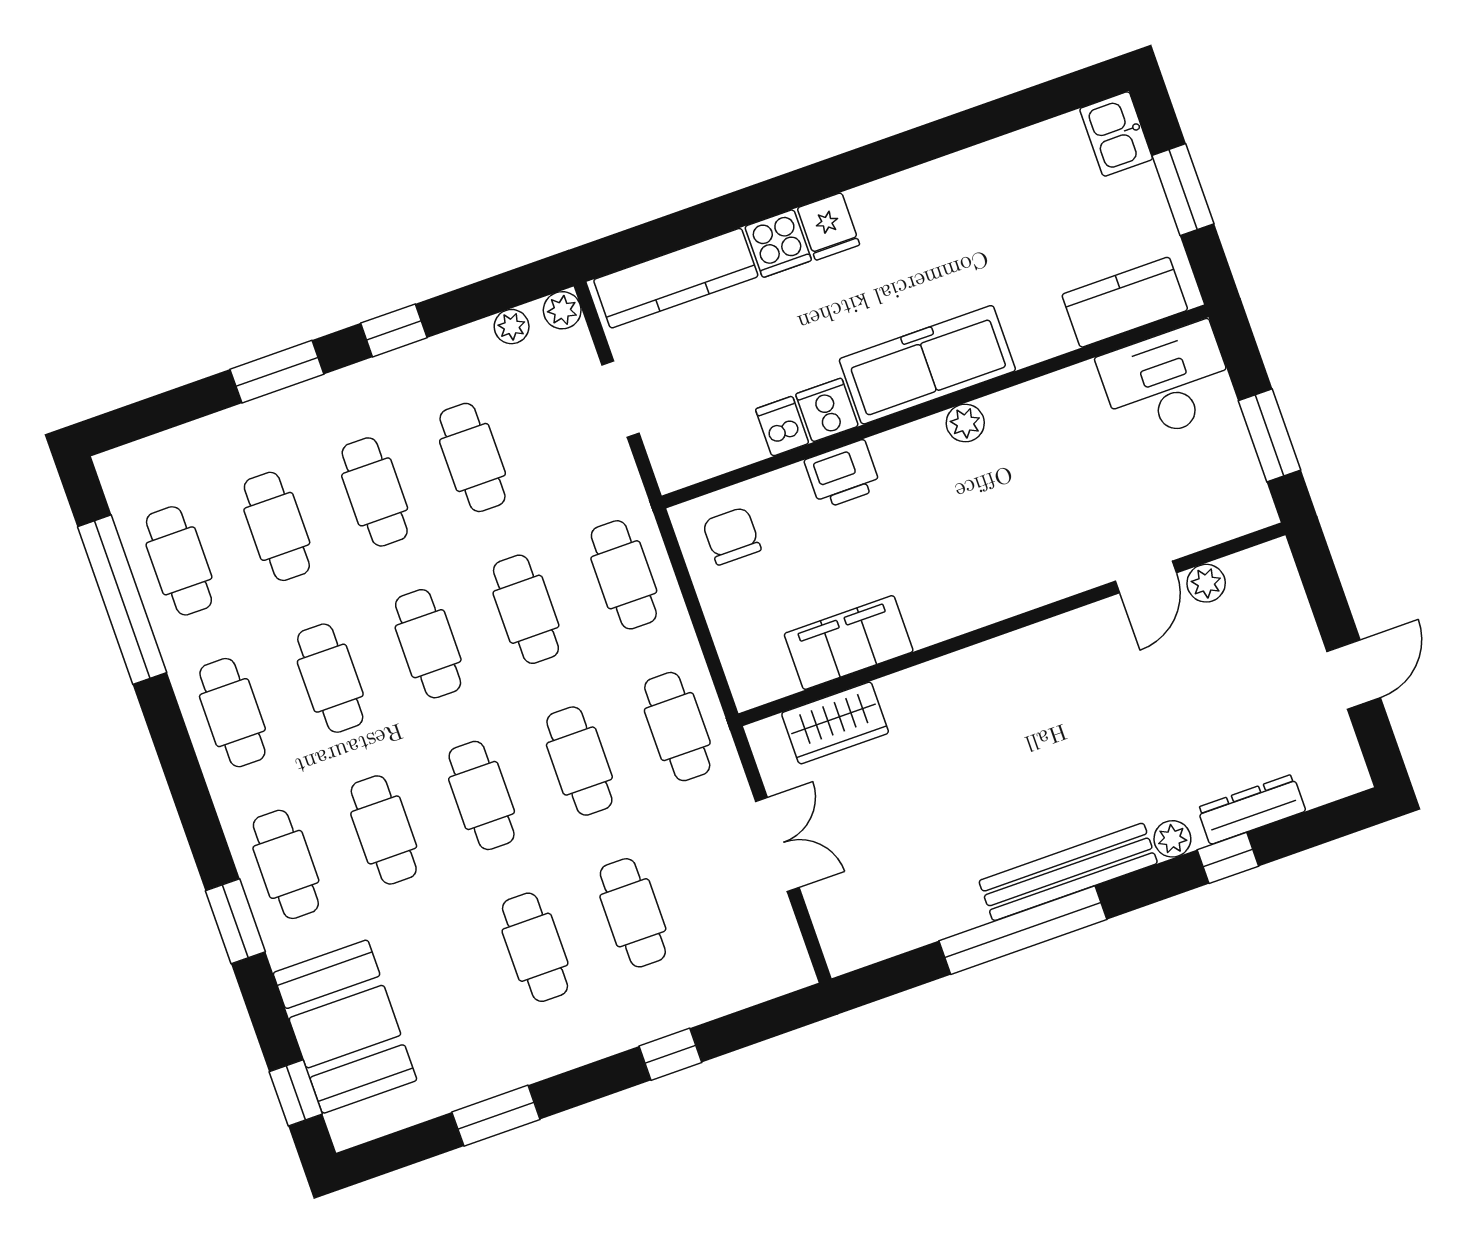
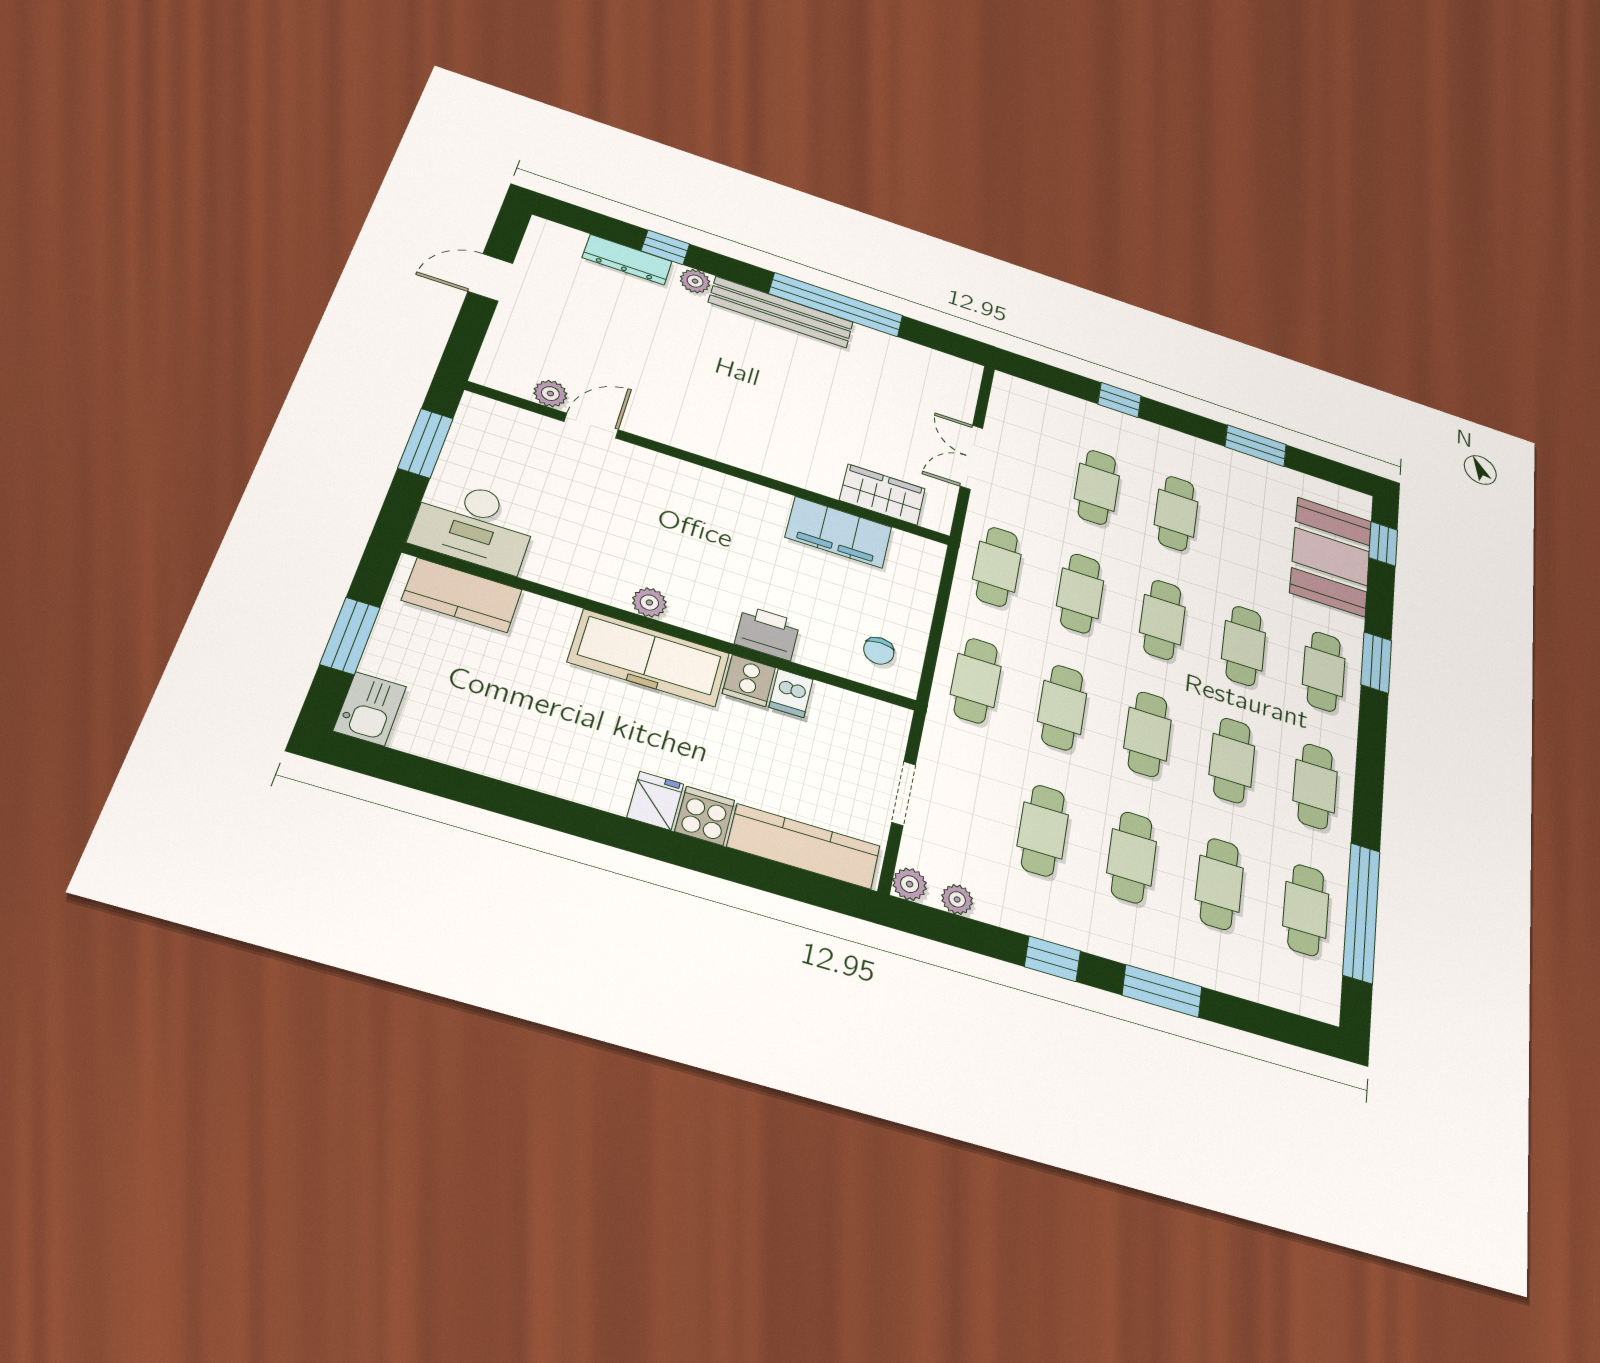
chair: (732, 536) -> (879, 651), width x0.73, depth x0.73

